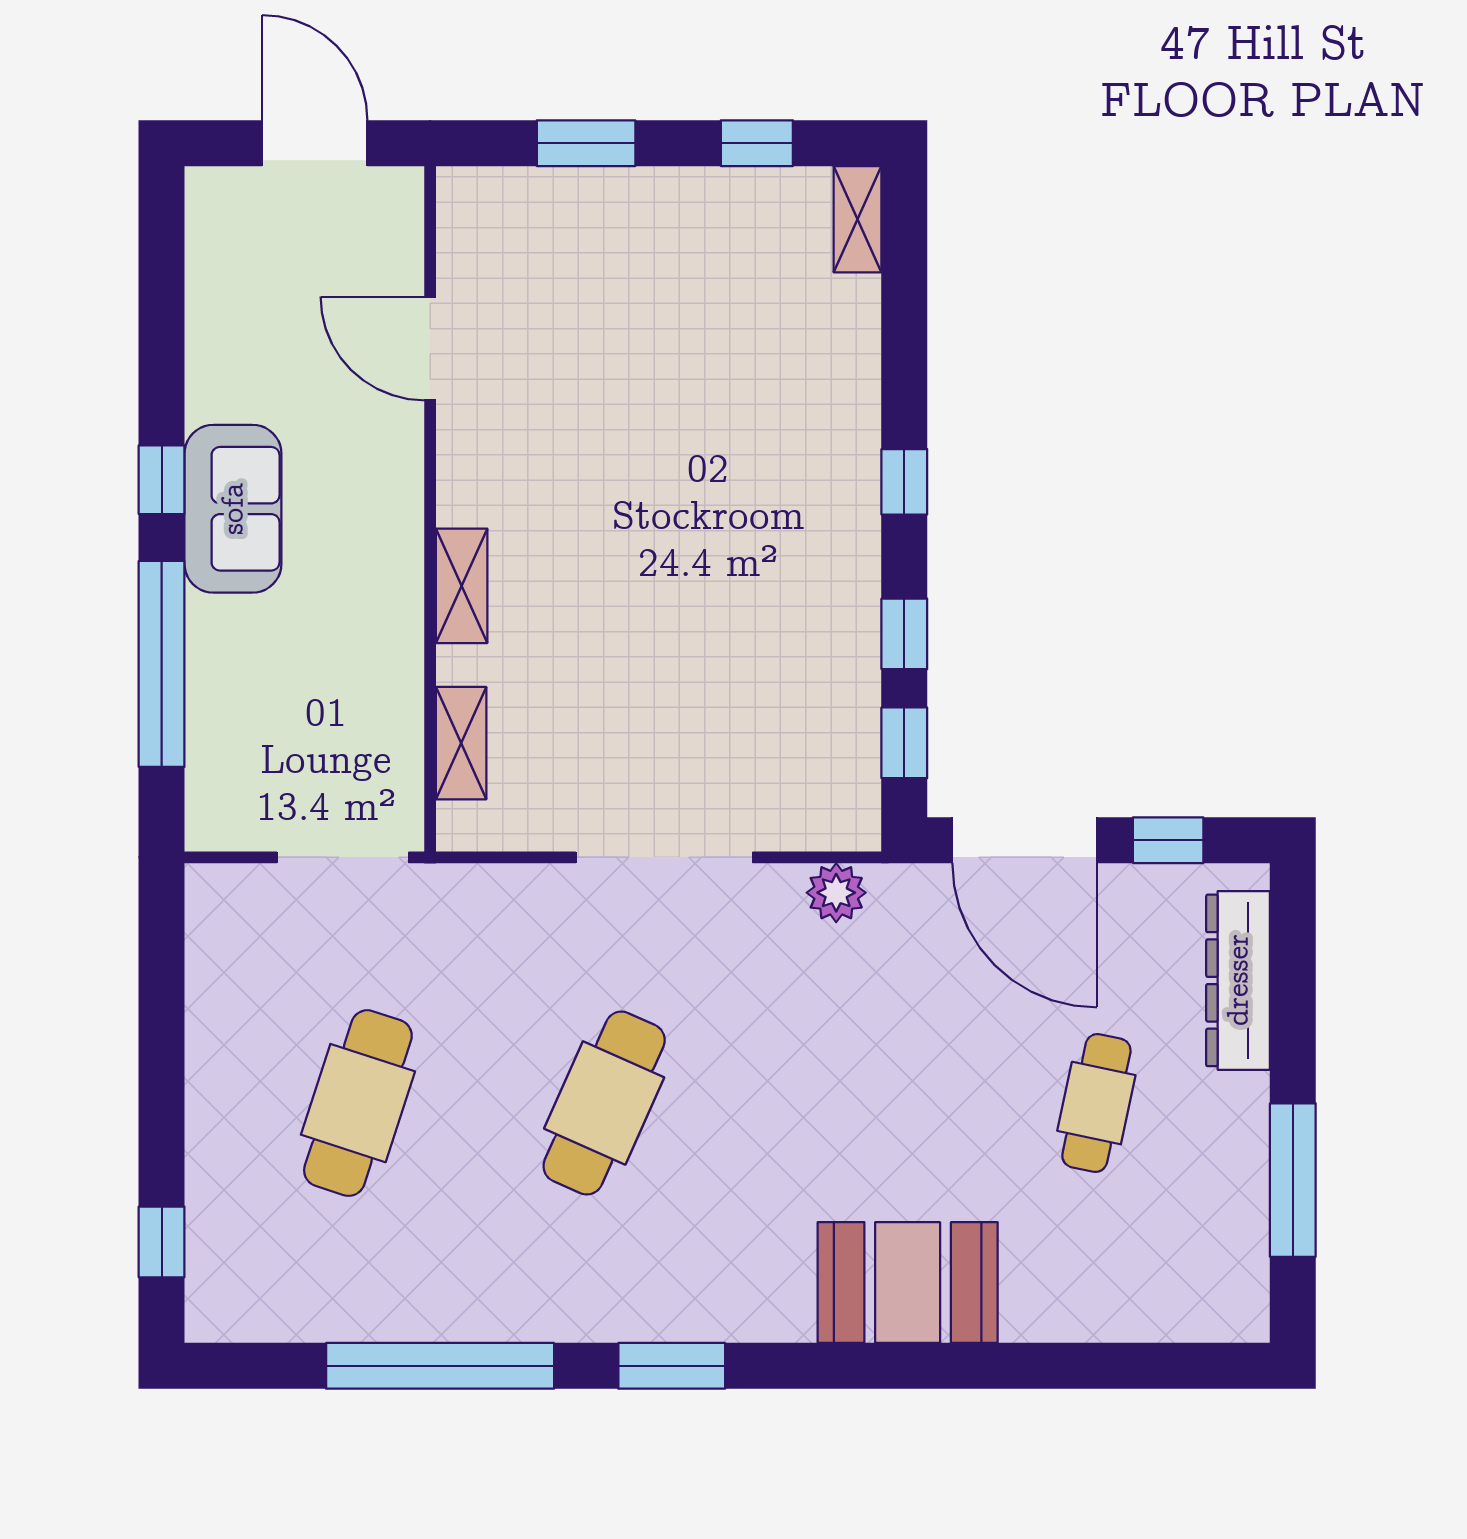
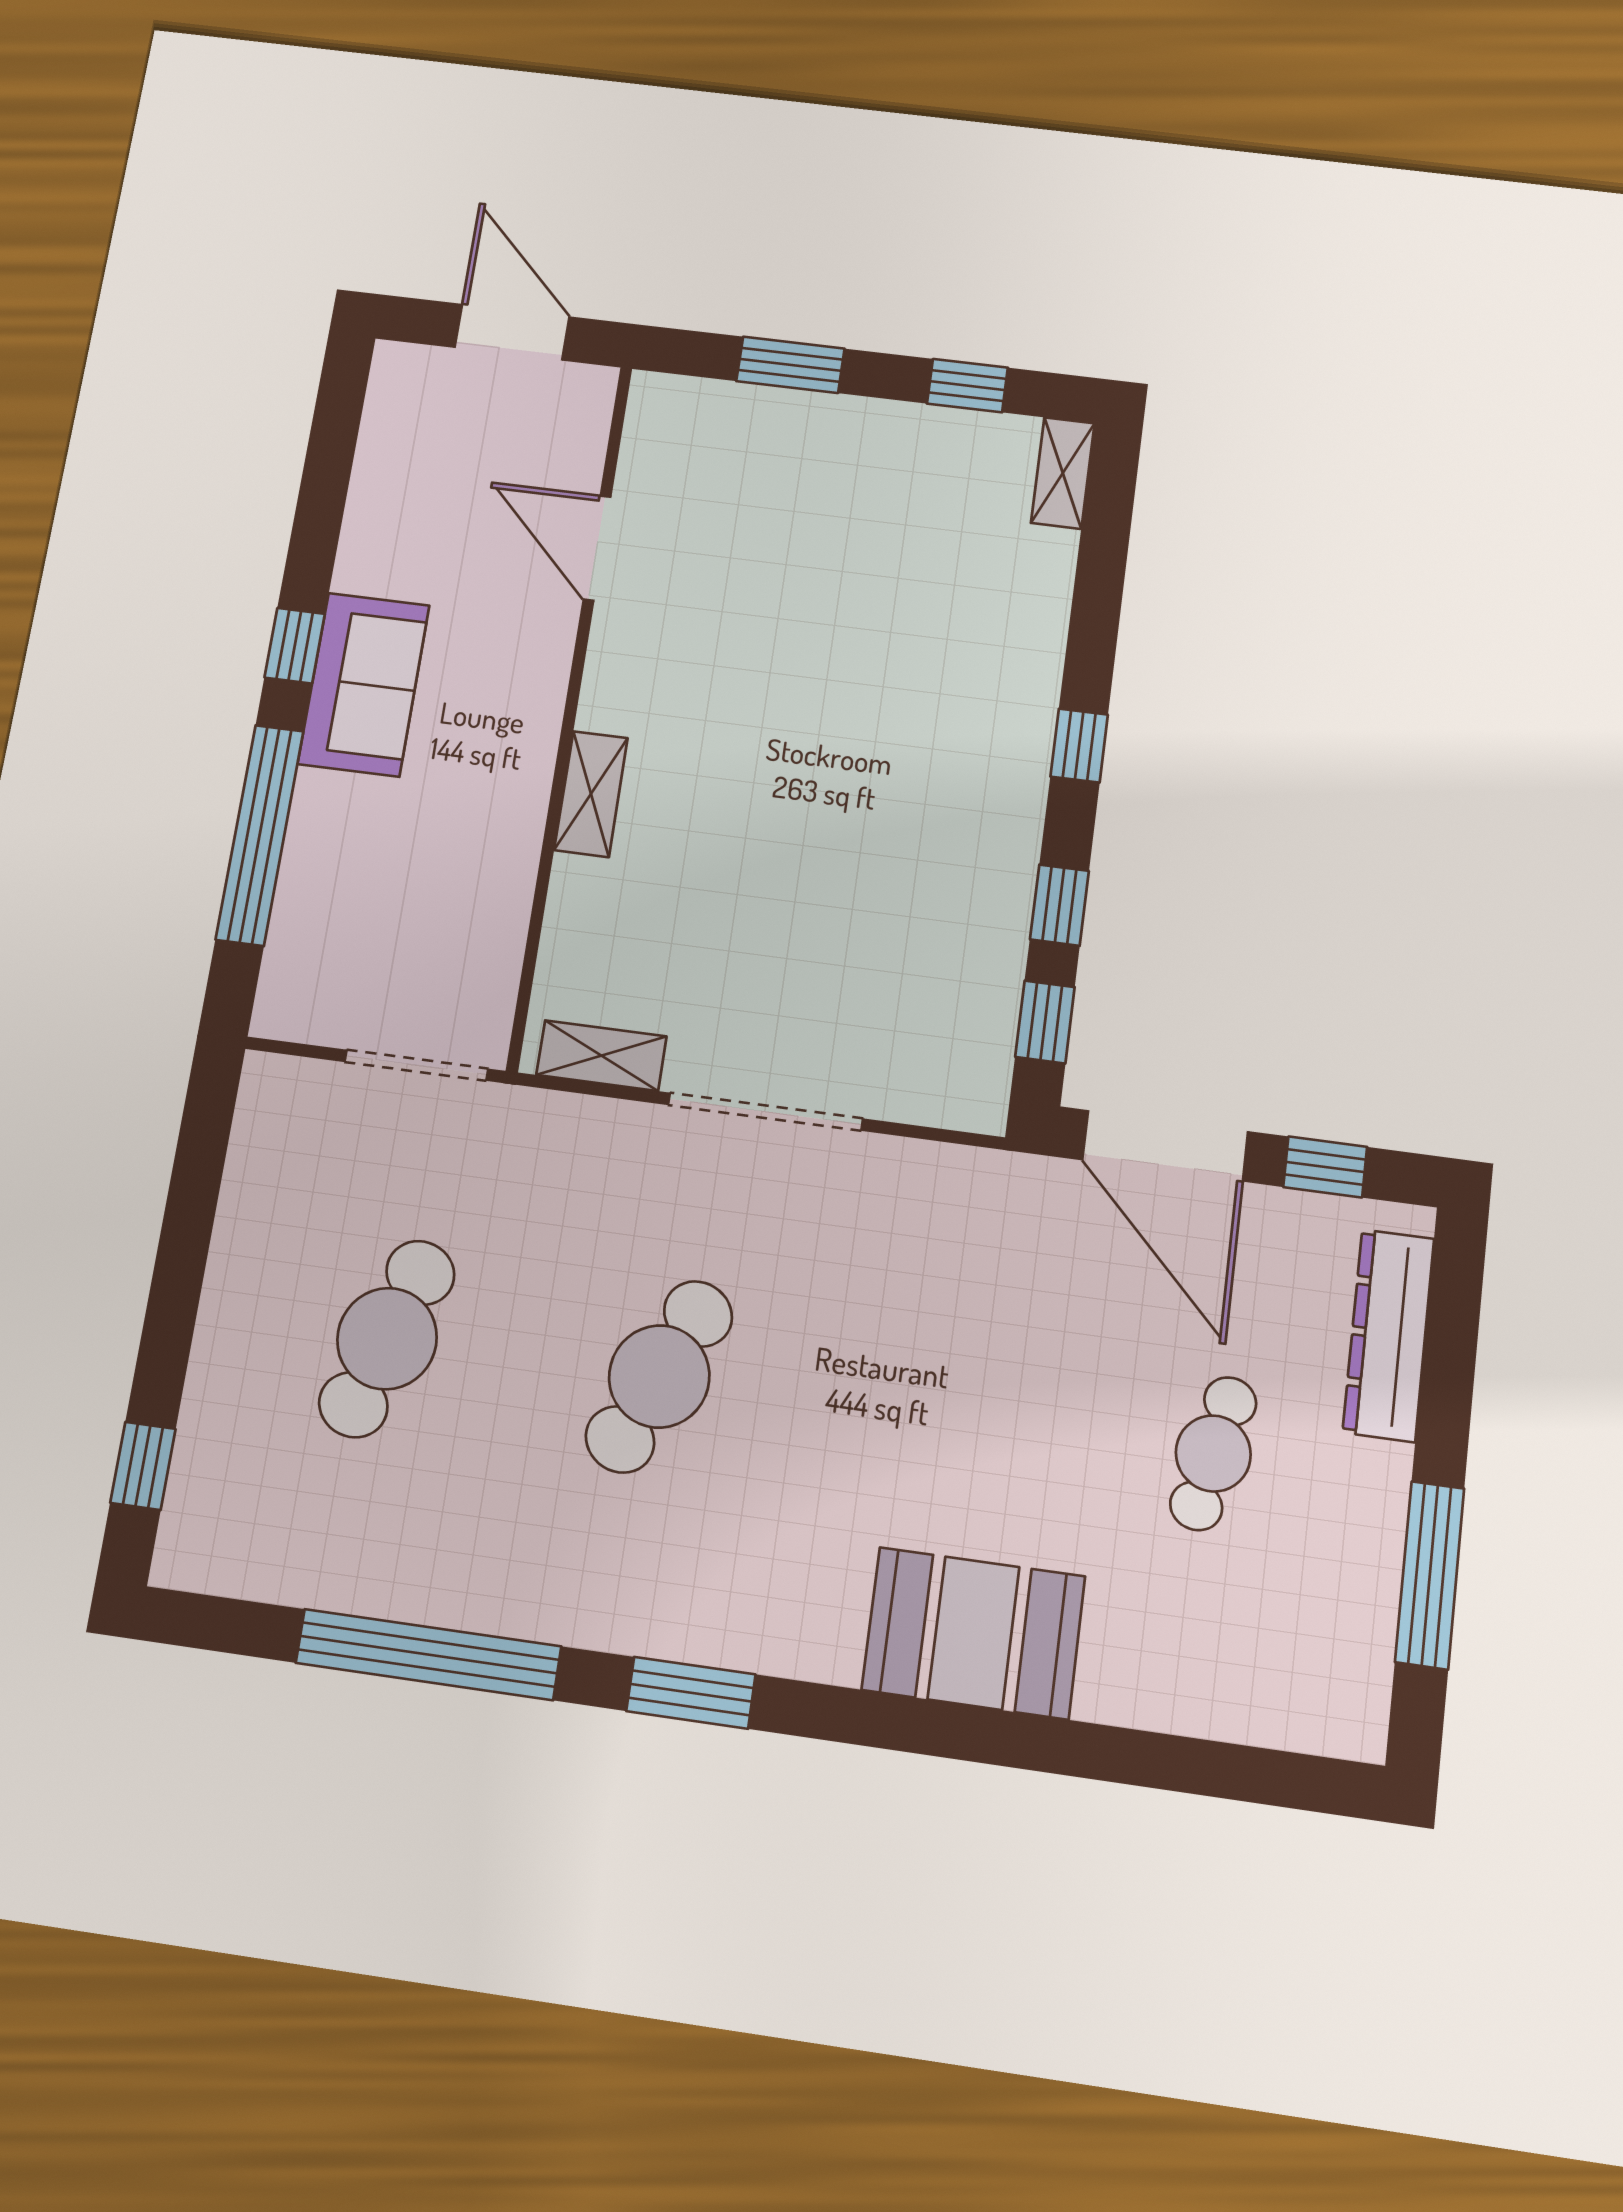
shelving: (461, 743) -> (601, 1056), moved, turned 90
plant: (836, 893) -> (949, 1176), removed

